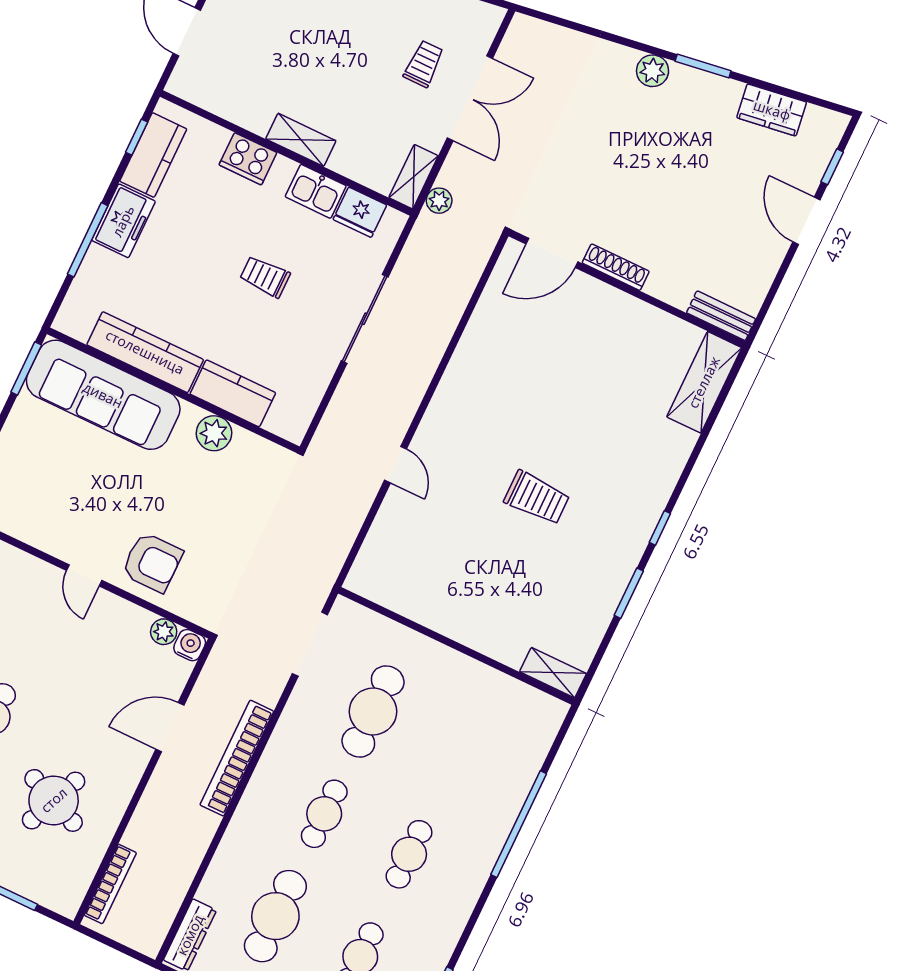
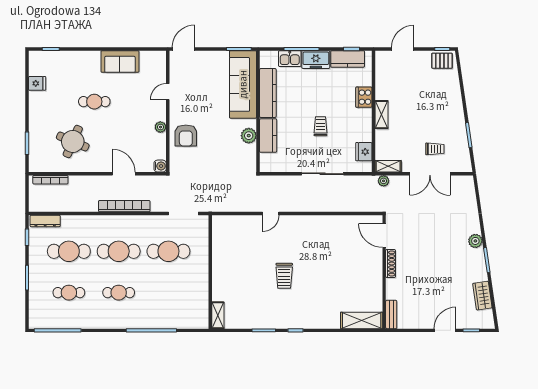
kitchen sink: (316, 191) -> (290, 59), moved, turned -90
door: (84, 575) -> (168, 92), moved
plant: (164, 632) -> (160, 127), moved
cafe table: (324, 814) -> (119, 251), width x1.37, depth x1.35

